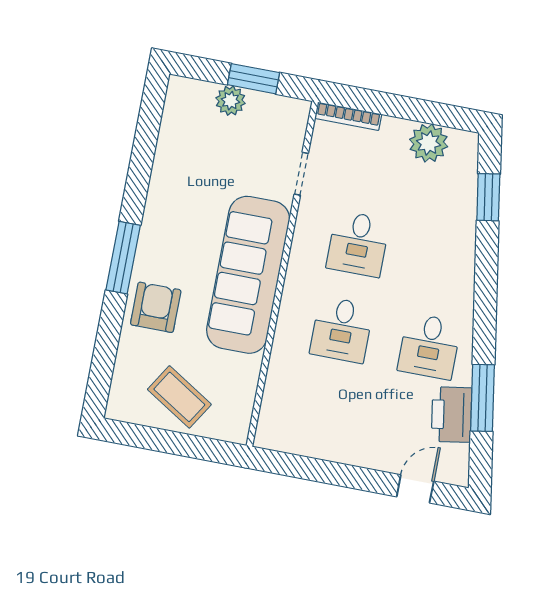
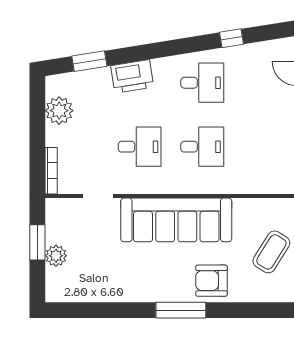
window: (482, 398) -> (231, 38), width x0.46
printer: (452, 415) -> (132, 76), moved

